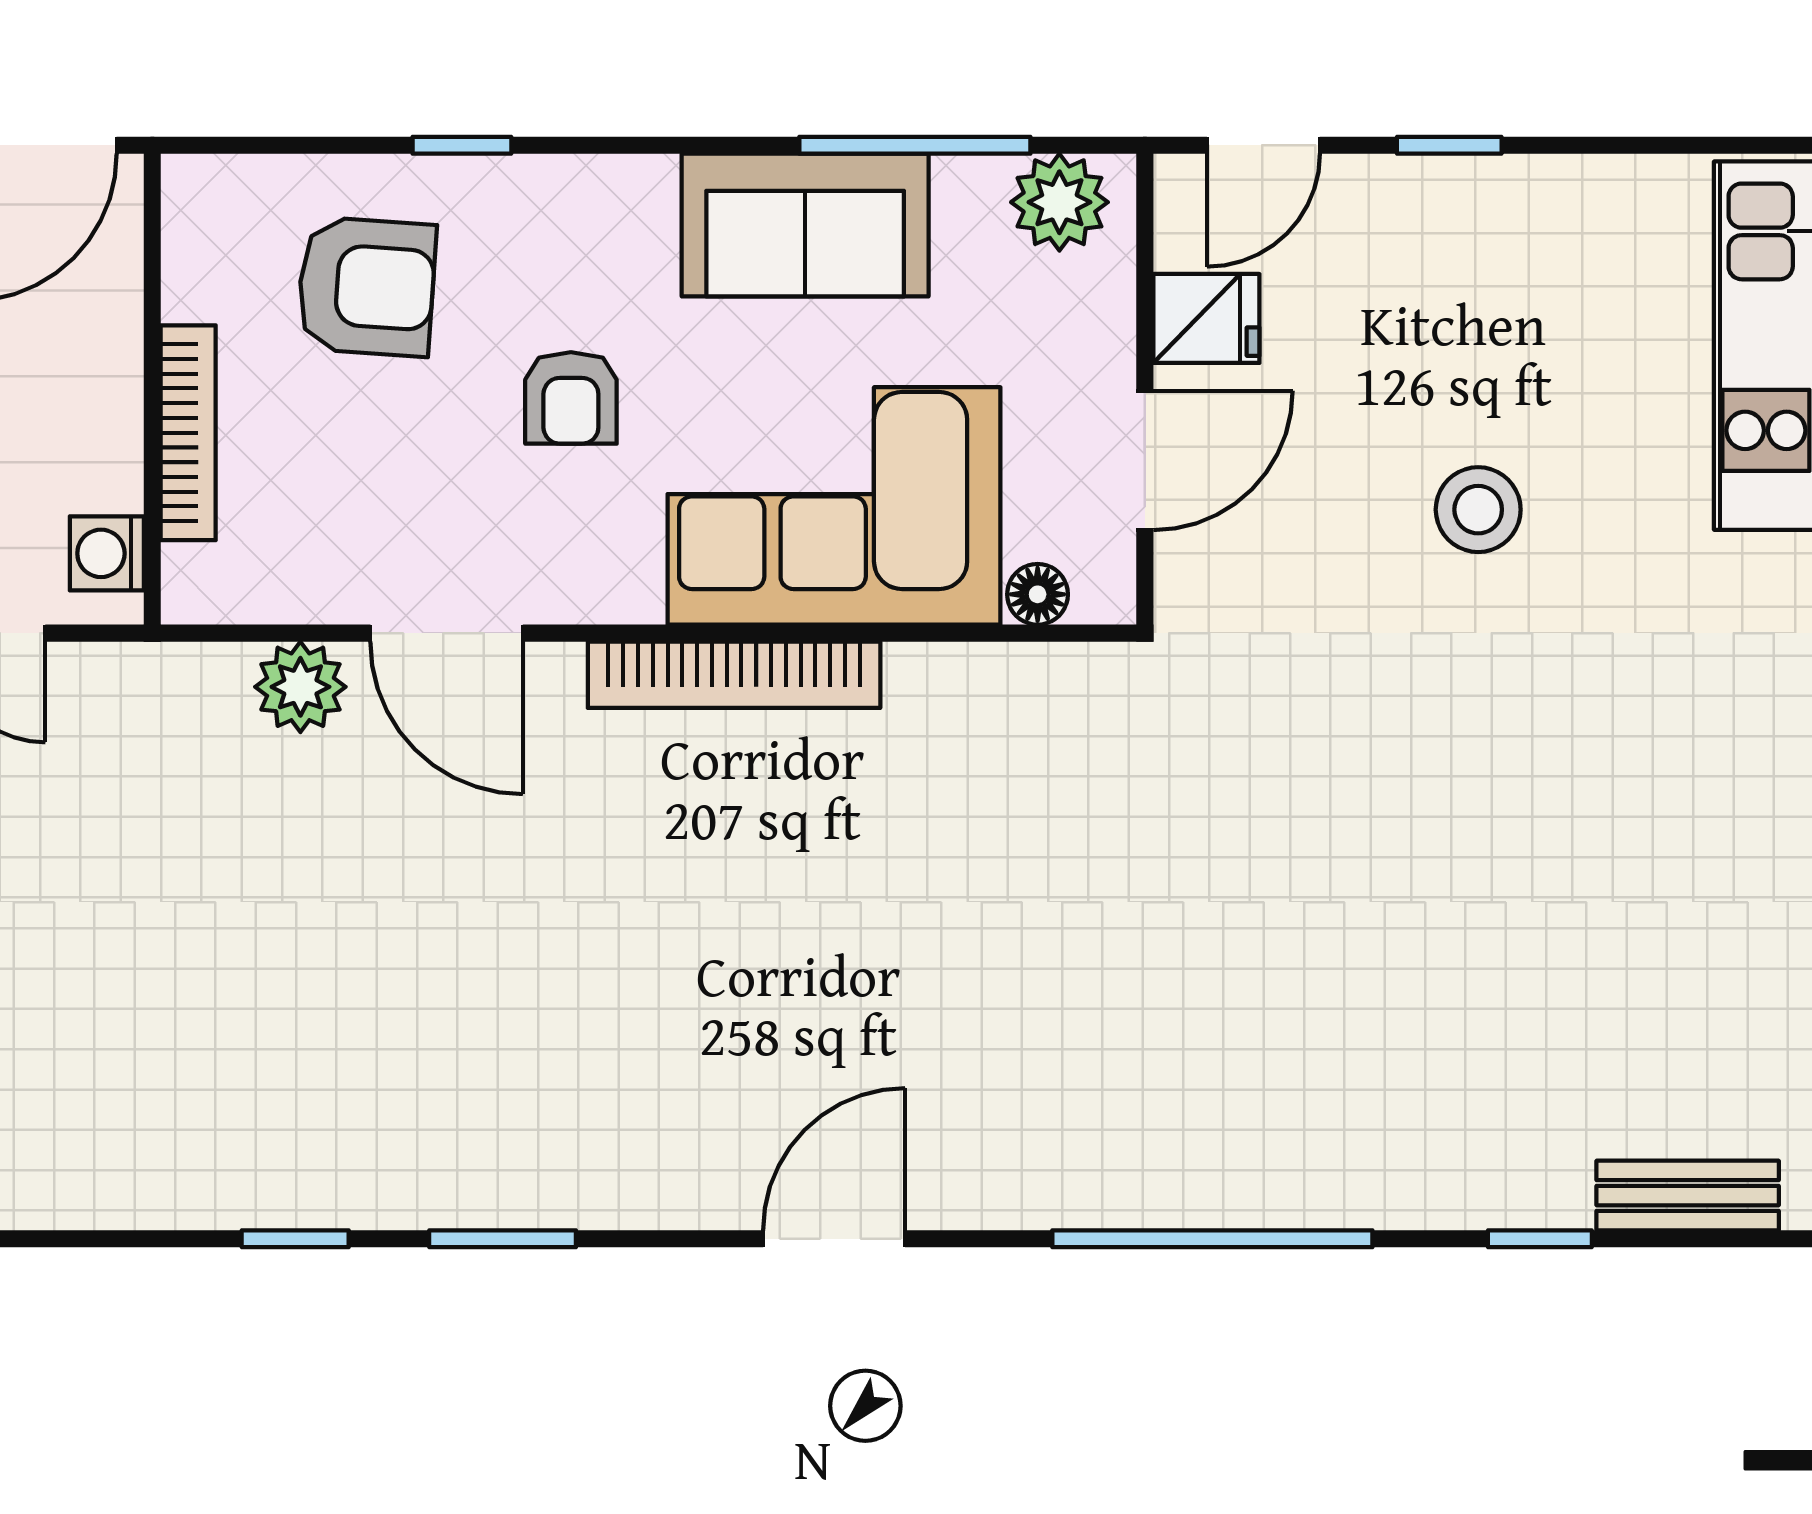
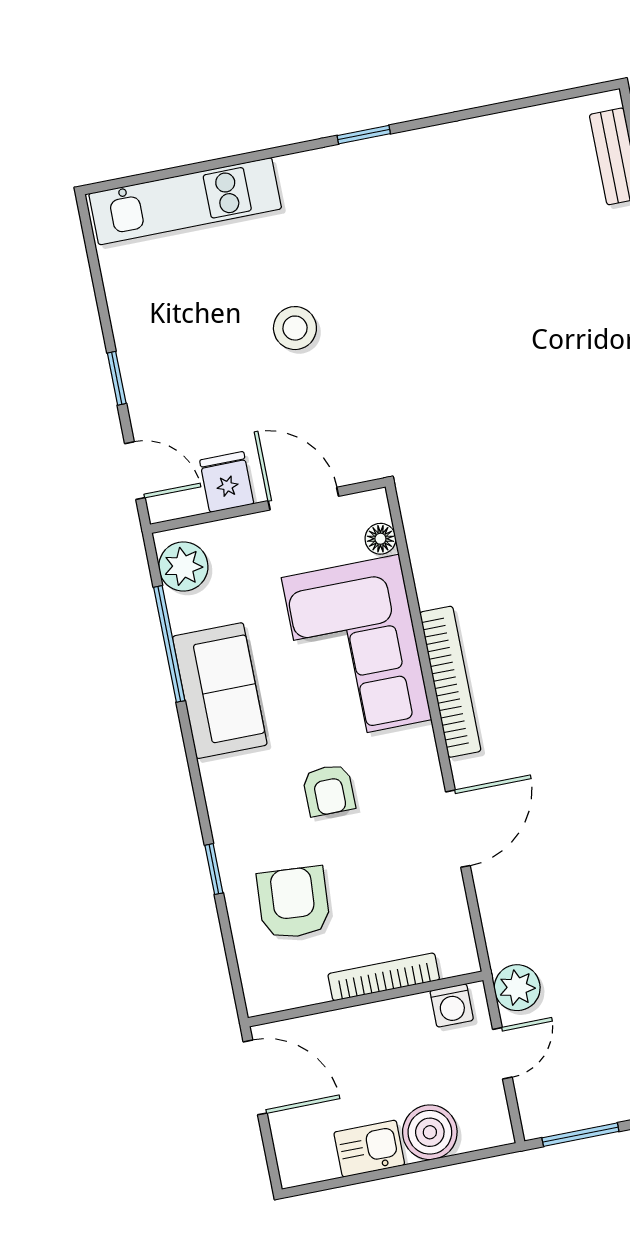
armchair: (571, 398) -> (329, 790), turned 90
plant: (300, 687) -> (517, 988), moved

